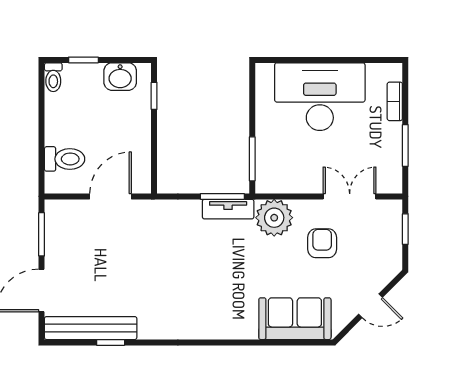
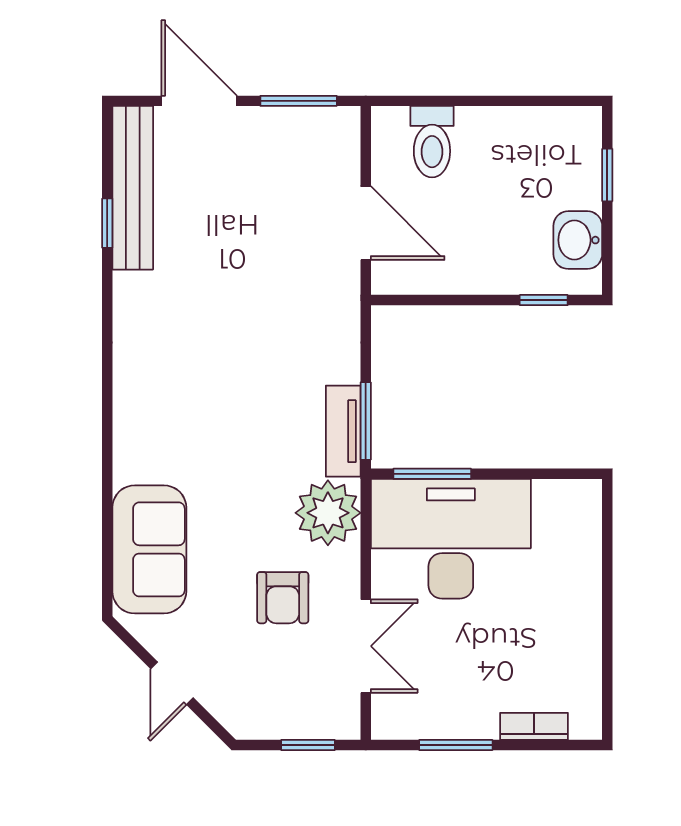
toilet: (53, 77) -> (577, 122), removed
desk: (320, 97) -> (451, 539), moved, turned -90
armchair: (322, 243) -> (283, 598), turned 90

